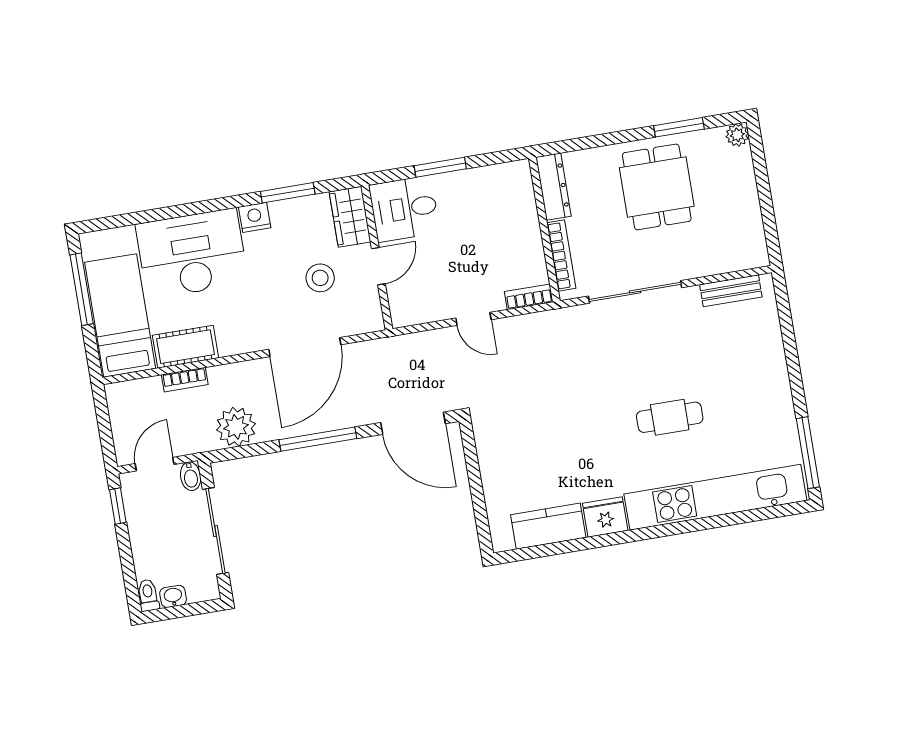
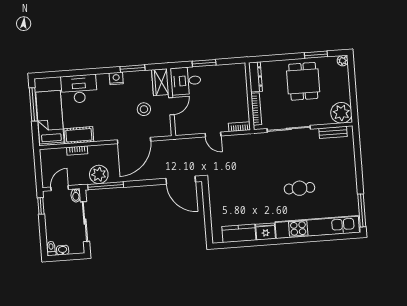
plant: (745, 247) -> (341, 113), added
desk: (192, 254) -> (79, 89), width x0.73, depth x0.77
window: (318, 439) -> (106, 186), moved

